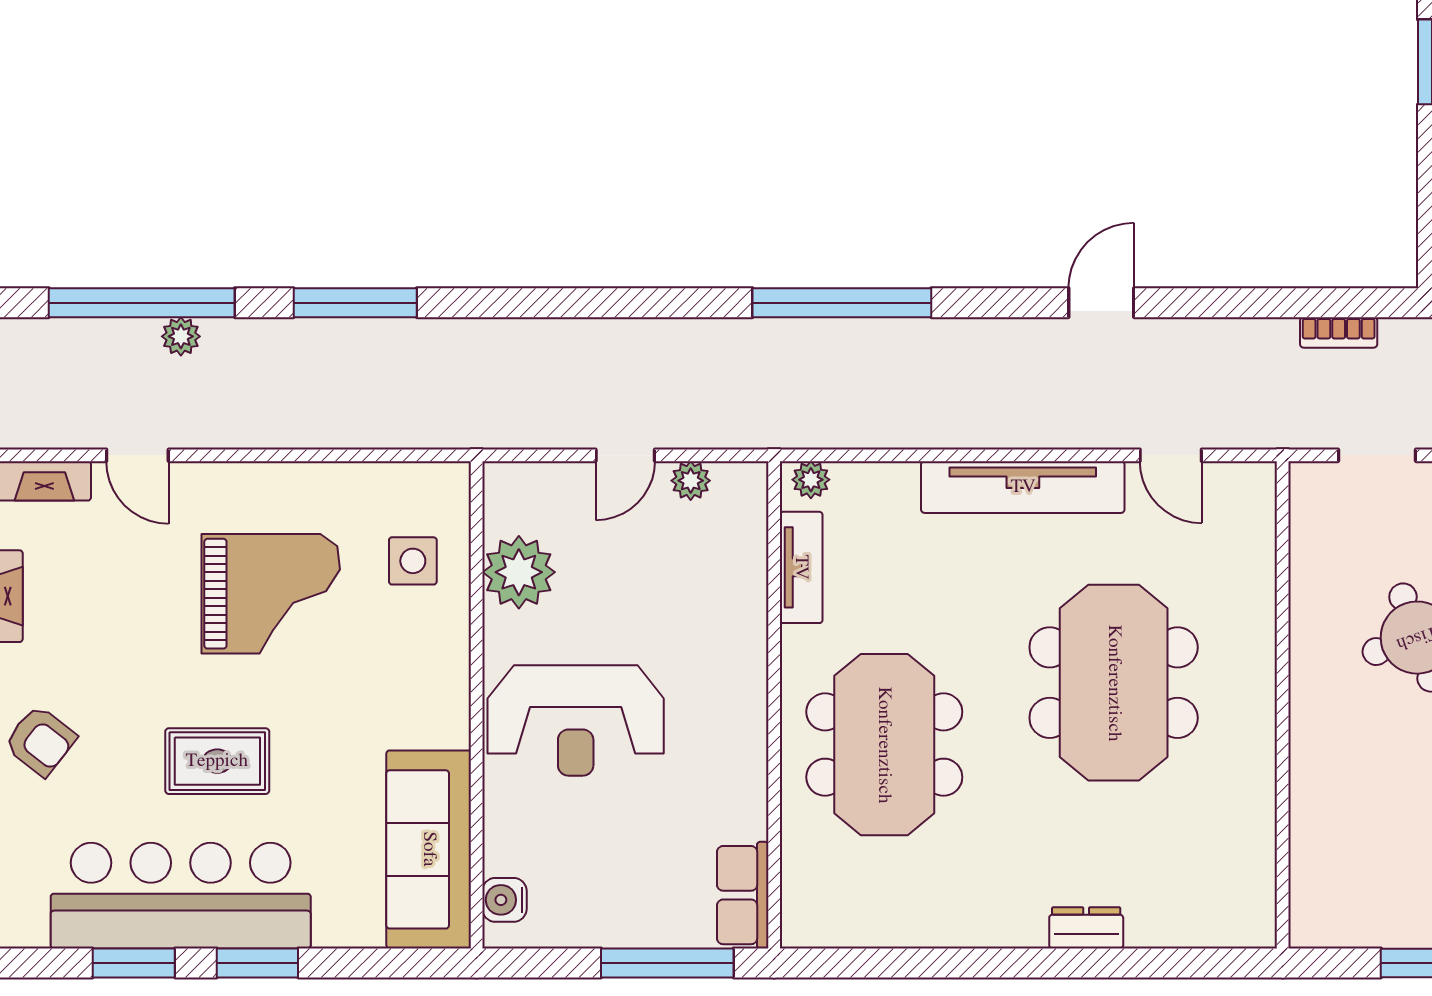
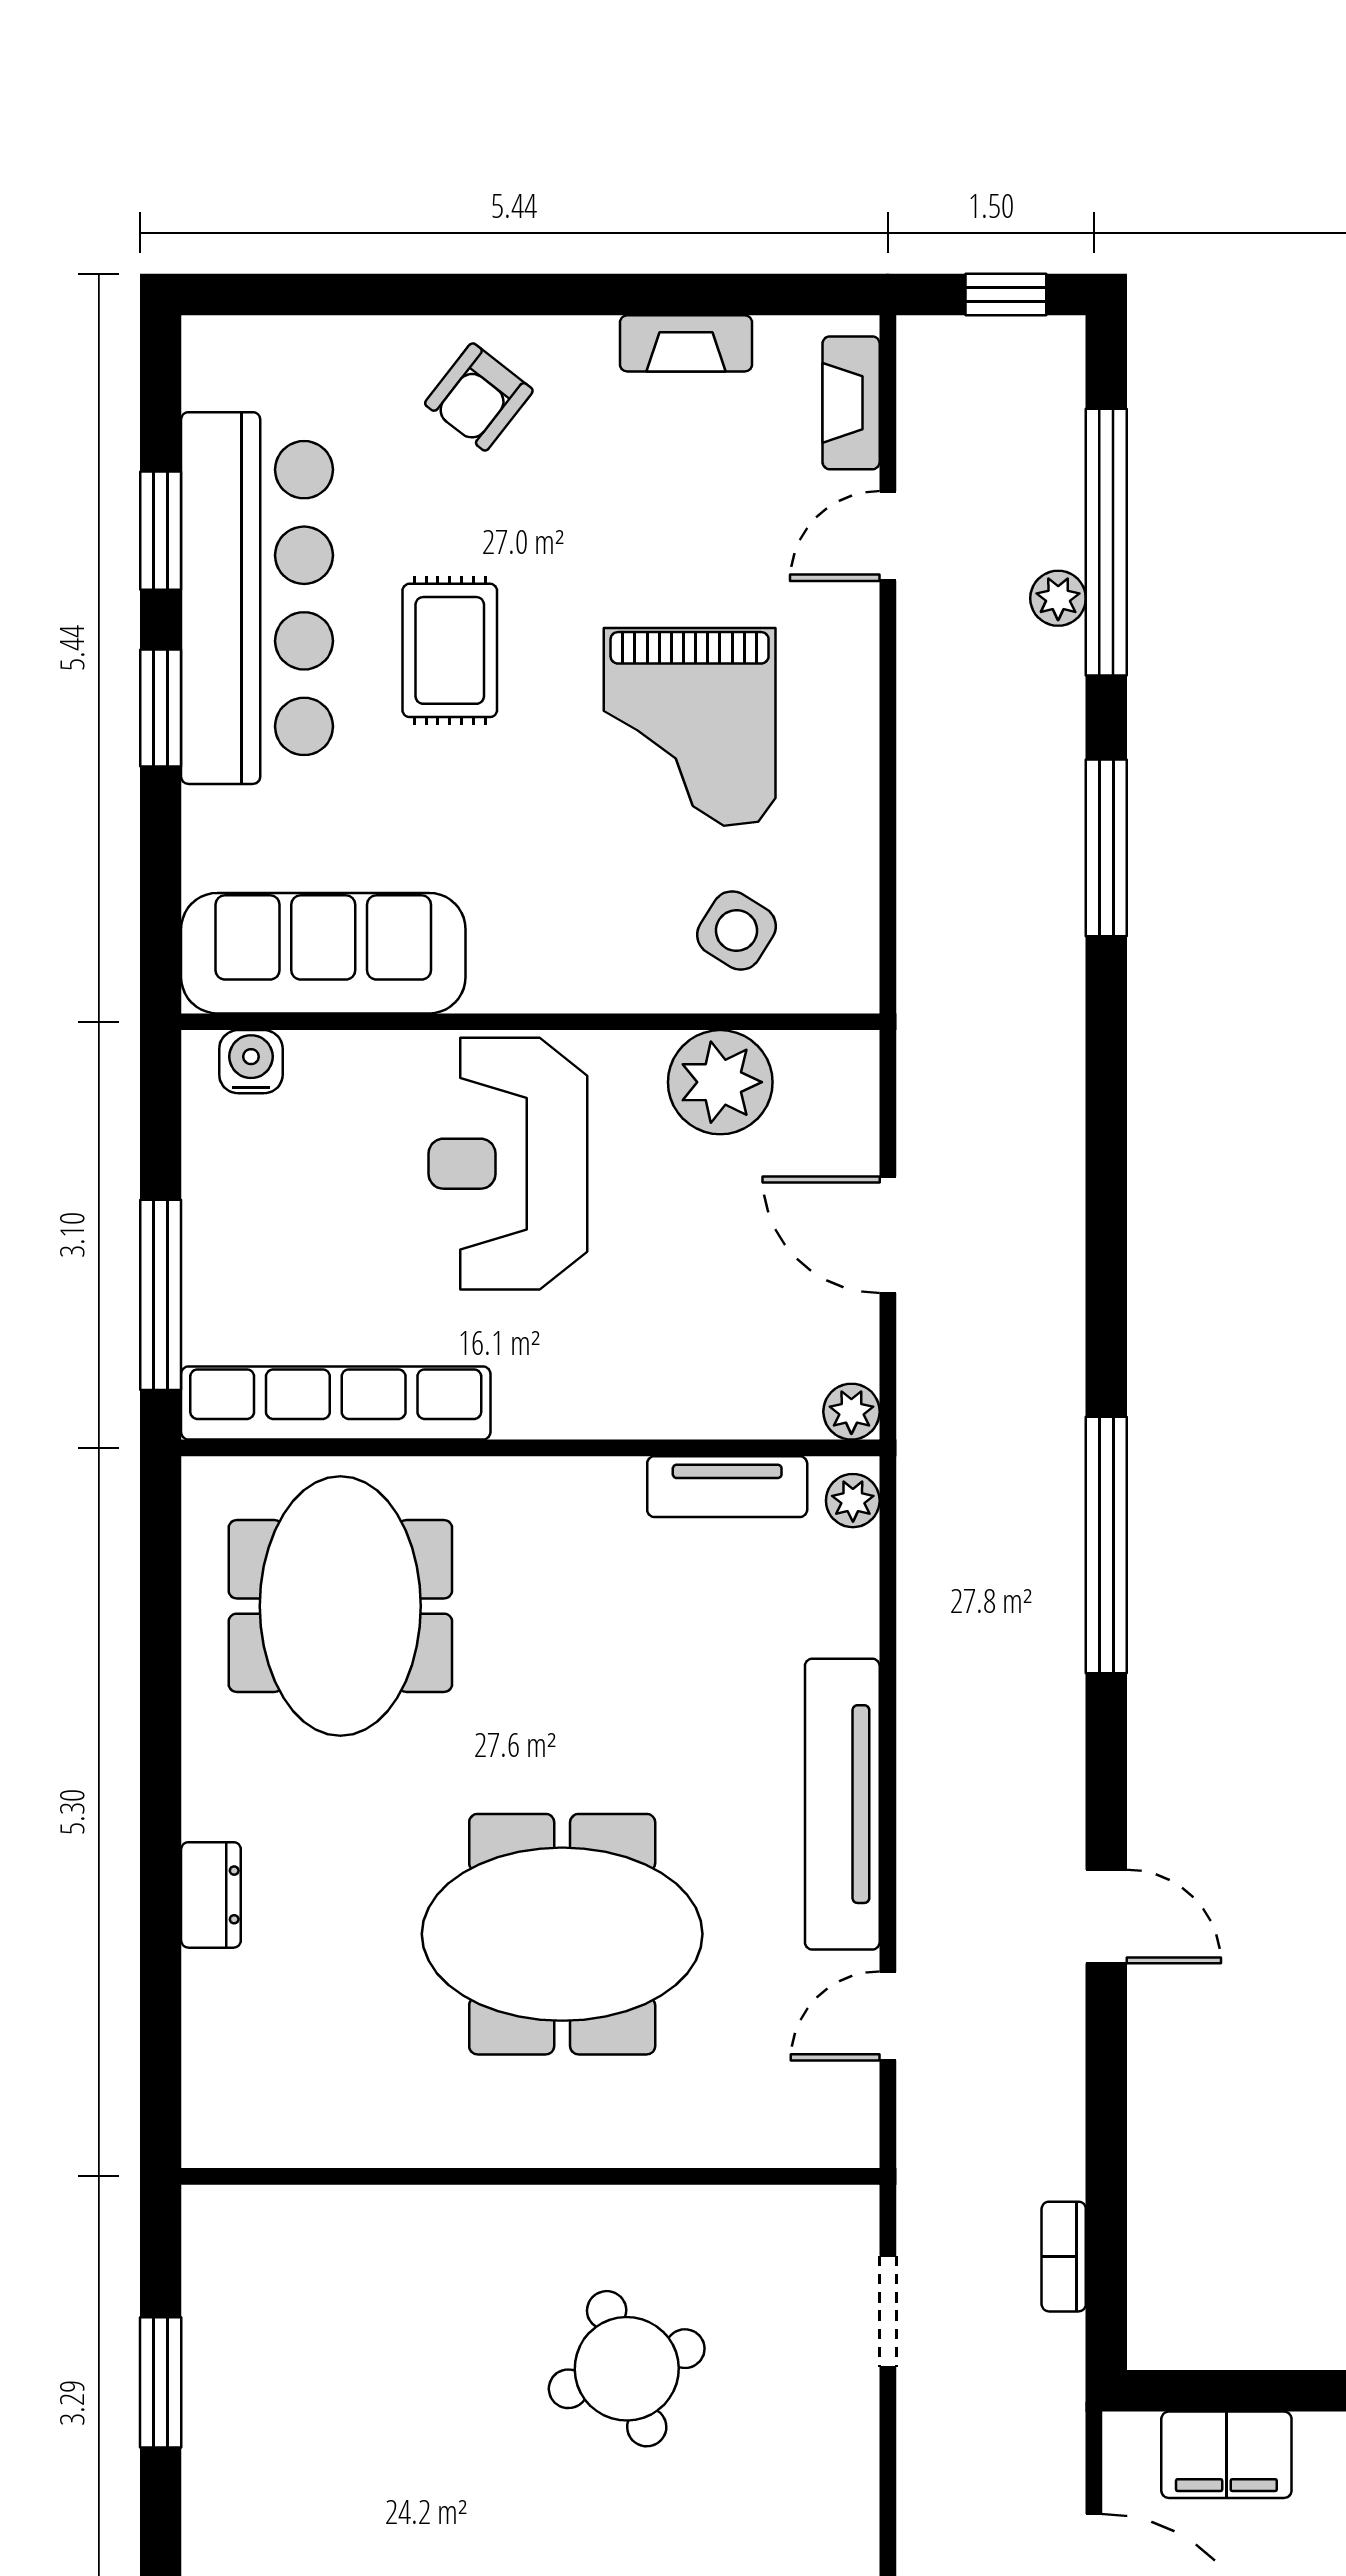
door: (625, 455) -> (888, 1235), width x1.37
plant: (691, 481) -> (851, 1412), moved
side table: (413, 561) -> (736, 930), turned 32
meeting table: (884, 745) -> (340, 1606), moved, turned 90
row of seats: (743, 895) -> (336, 1403), width x2.02

